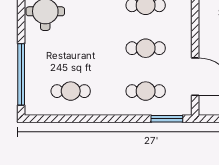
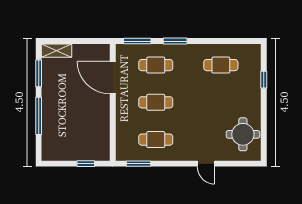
window: (21, 74) -> (264, 80), width x0.32
window: (123, 119) -> (175, 41), added

